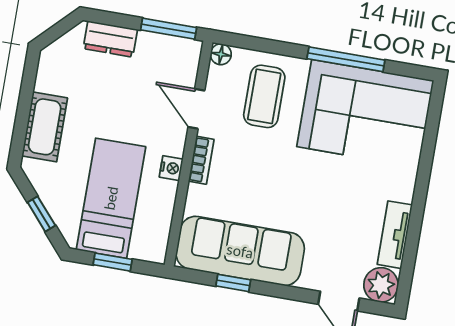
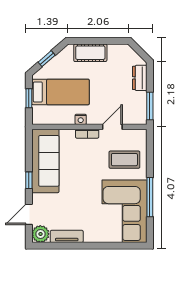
floor lamp: (221, 54) -> (142, 134), removed
window: (233, 283) -> (29, 180), moved

